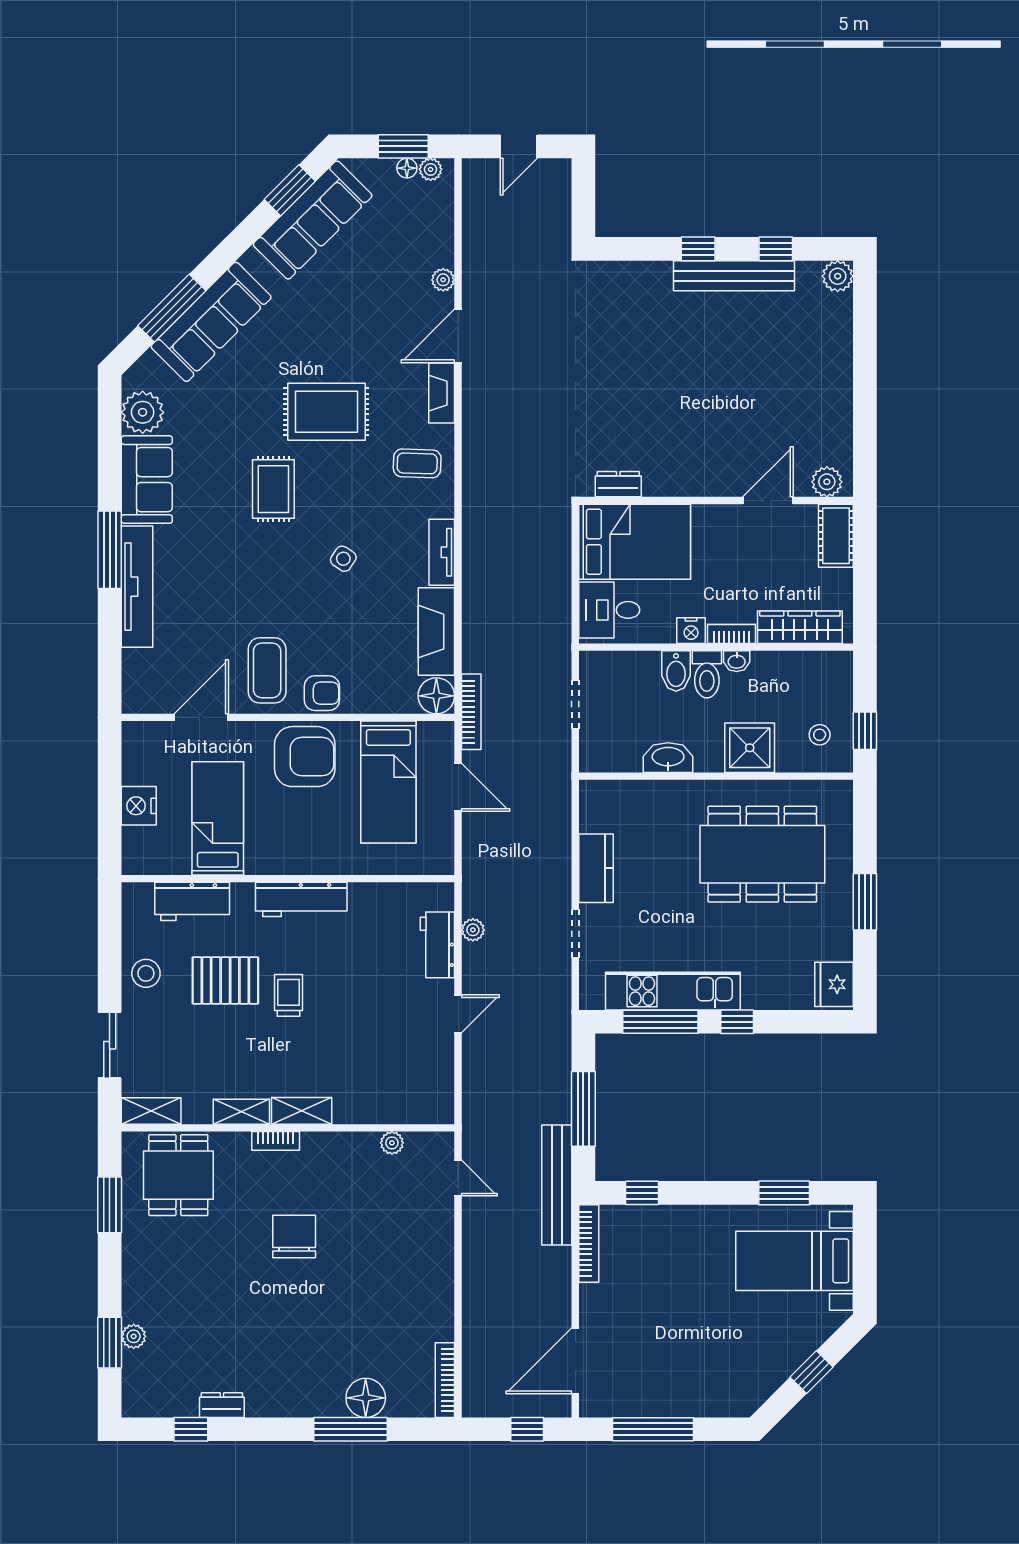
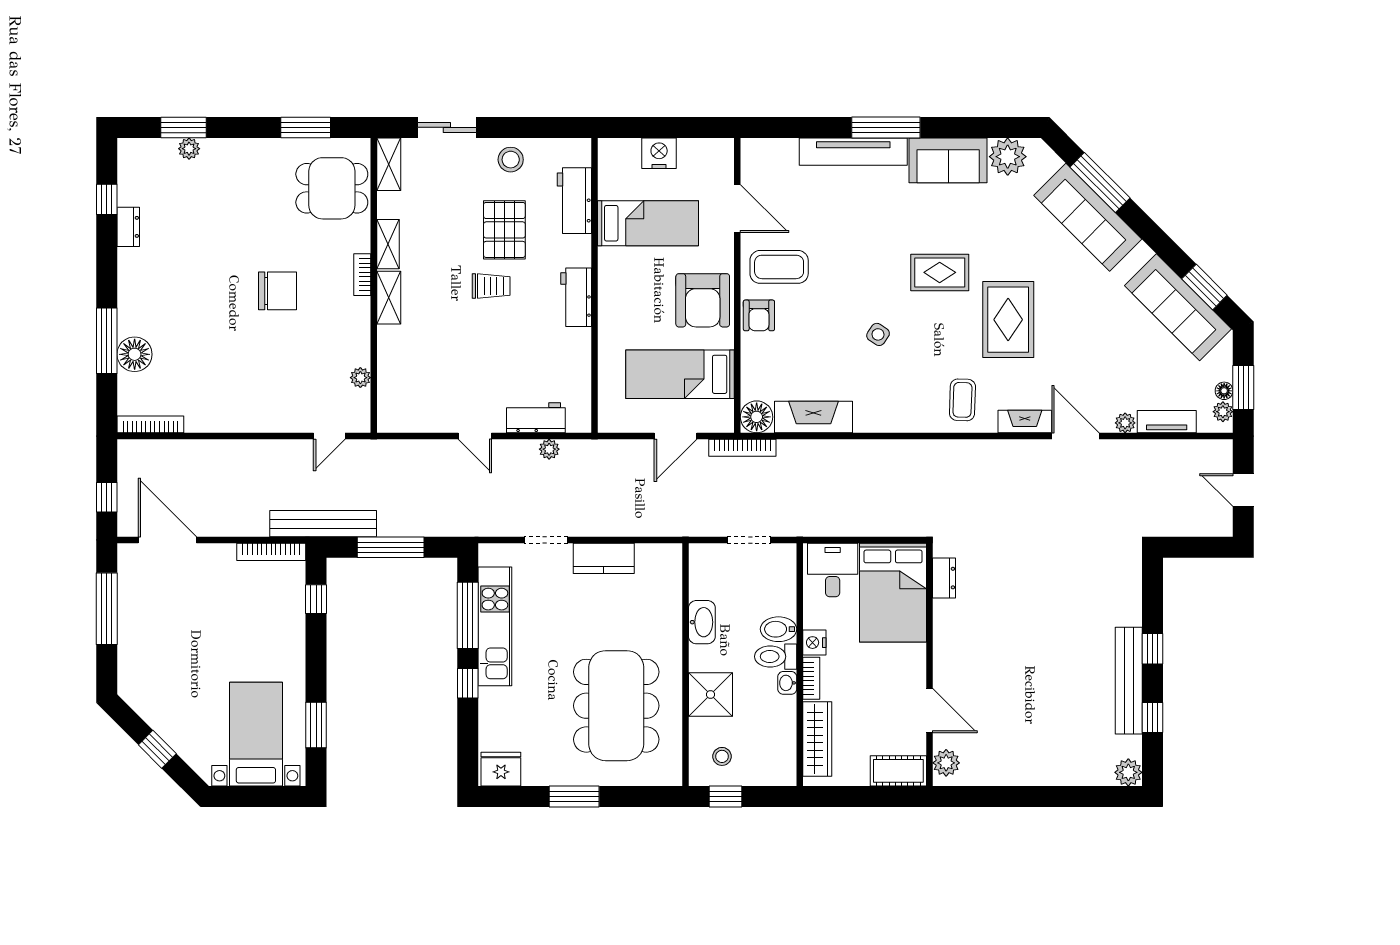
tv unit: (442, 552) -> (1167, 422), moved
workbench: (301, 899) -> (576, 297), width x0.73

